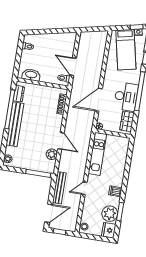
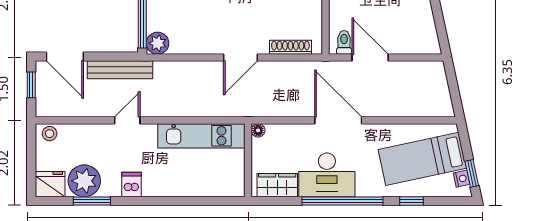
door: (73, 67) -> (370, 58), hinge flipped
door: (99, 100) -> (338, 120), moved
door: (61, 141) -> (241, 58), moved
plant: (52, 154) -> (158, 43), moved
door: (84, 188) -> (127, 120), hinge flipped

